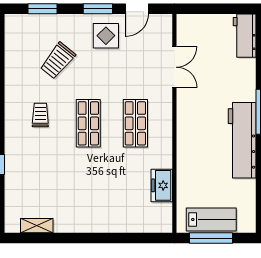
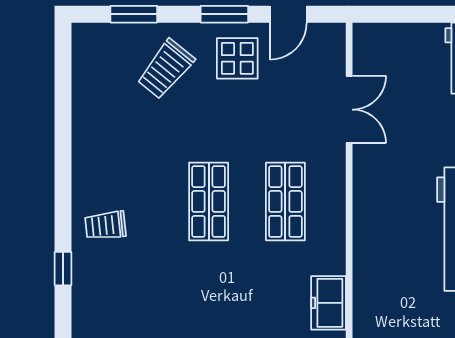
trolley: (58, 61) -> (166, 69), moved
trolley: (40, 115) -> (105, 225), moved, turned -96

